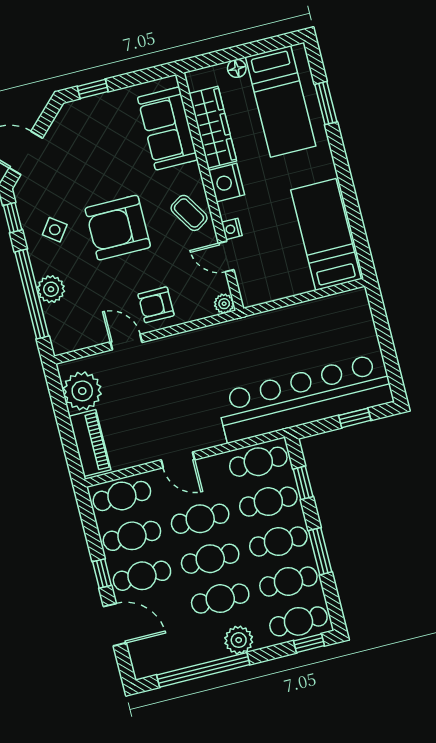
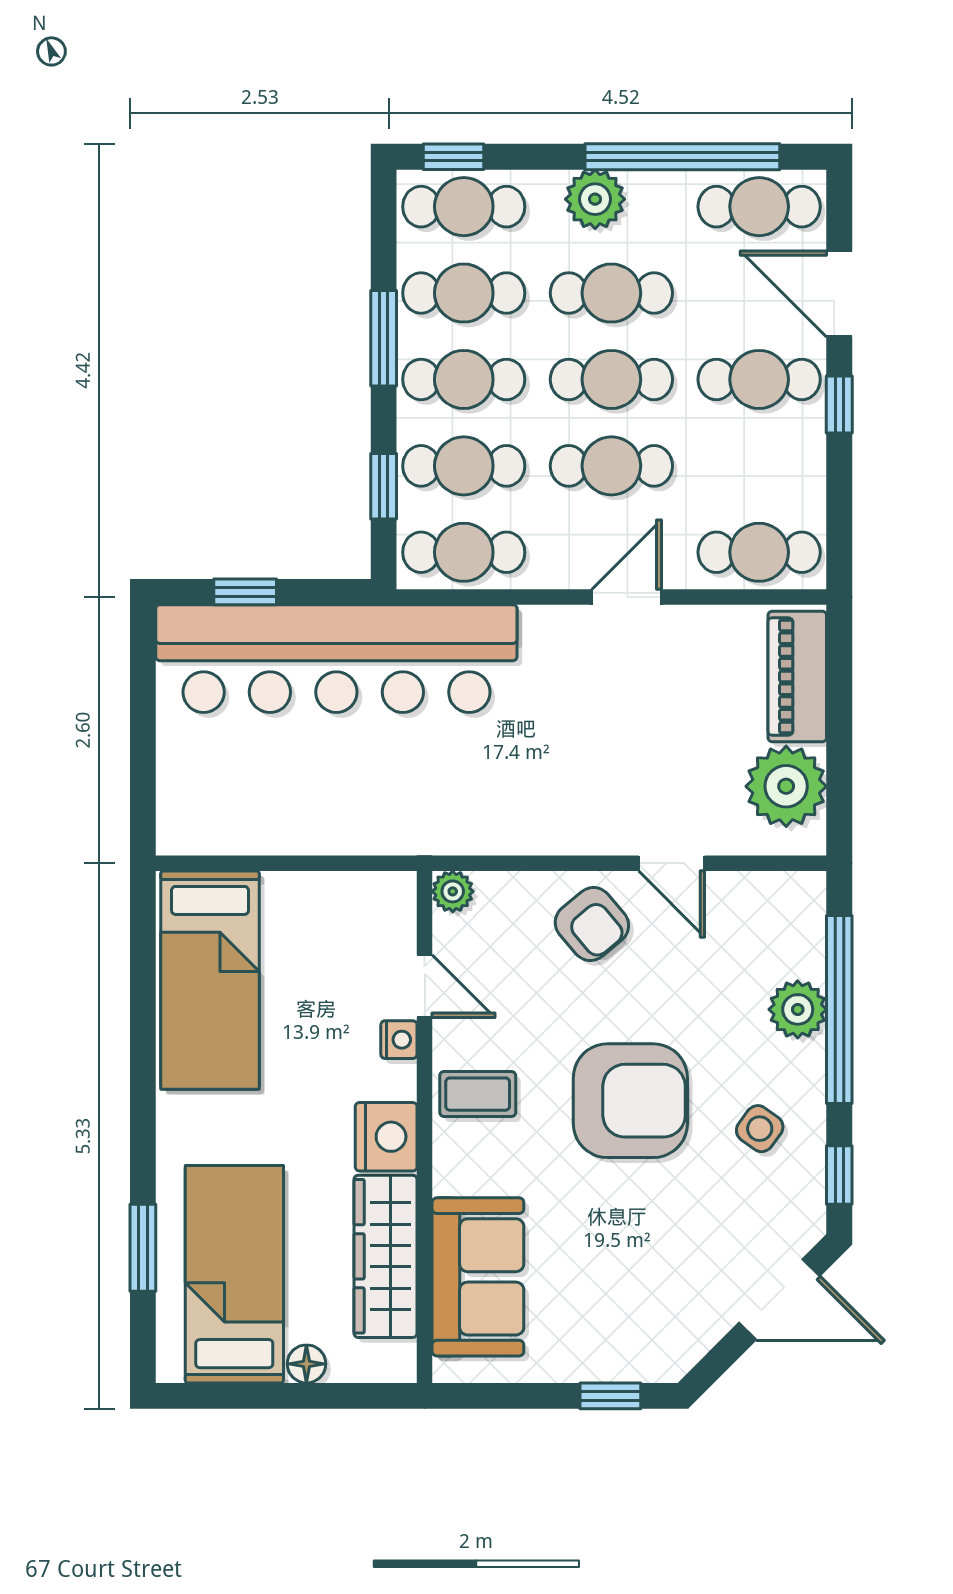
coffee table: (189, 213) -> (478, 1094), turned -58
armchair: (156, 305) -> (592, 924), turned 50
door: (178, 460) -> (627, 597), hinge flipped
cafe table: (132, 536) -> (759, 207), moved

